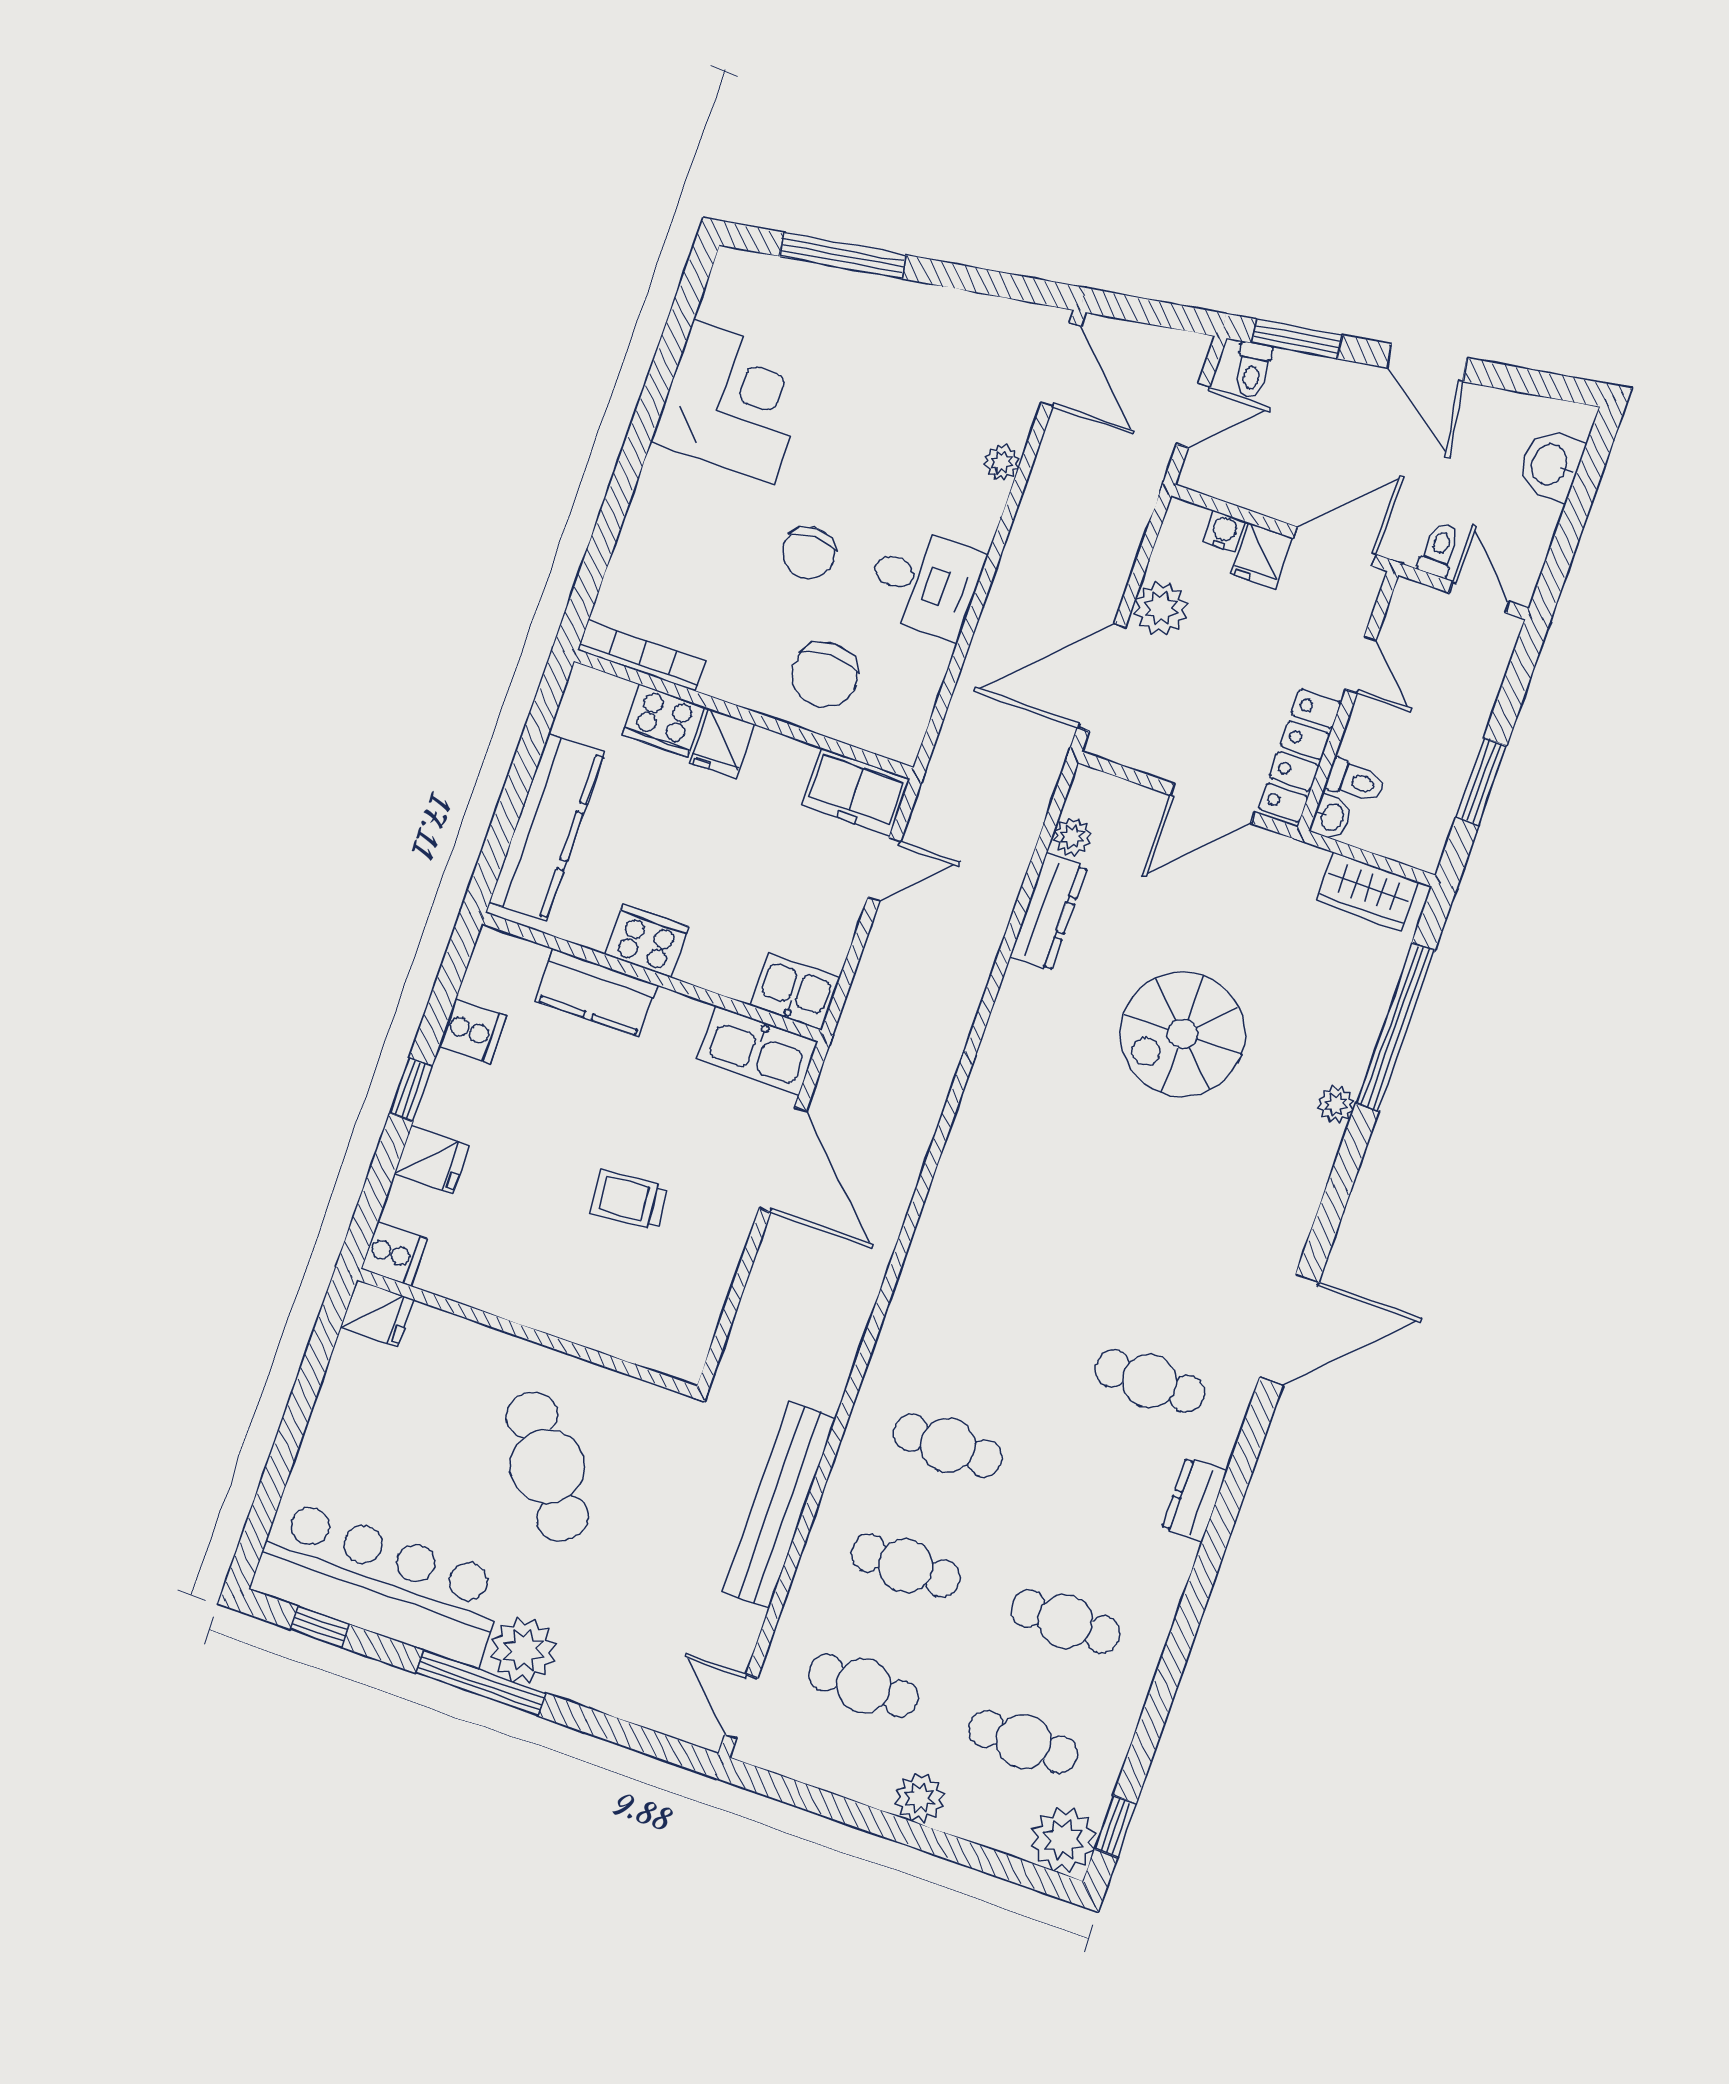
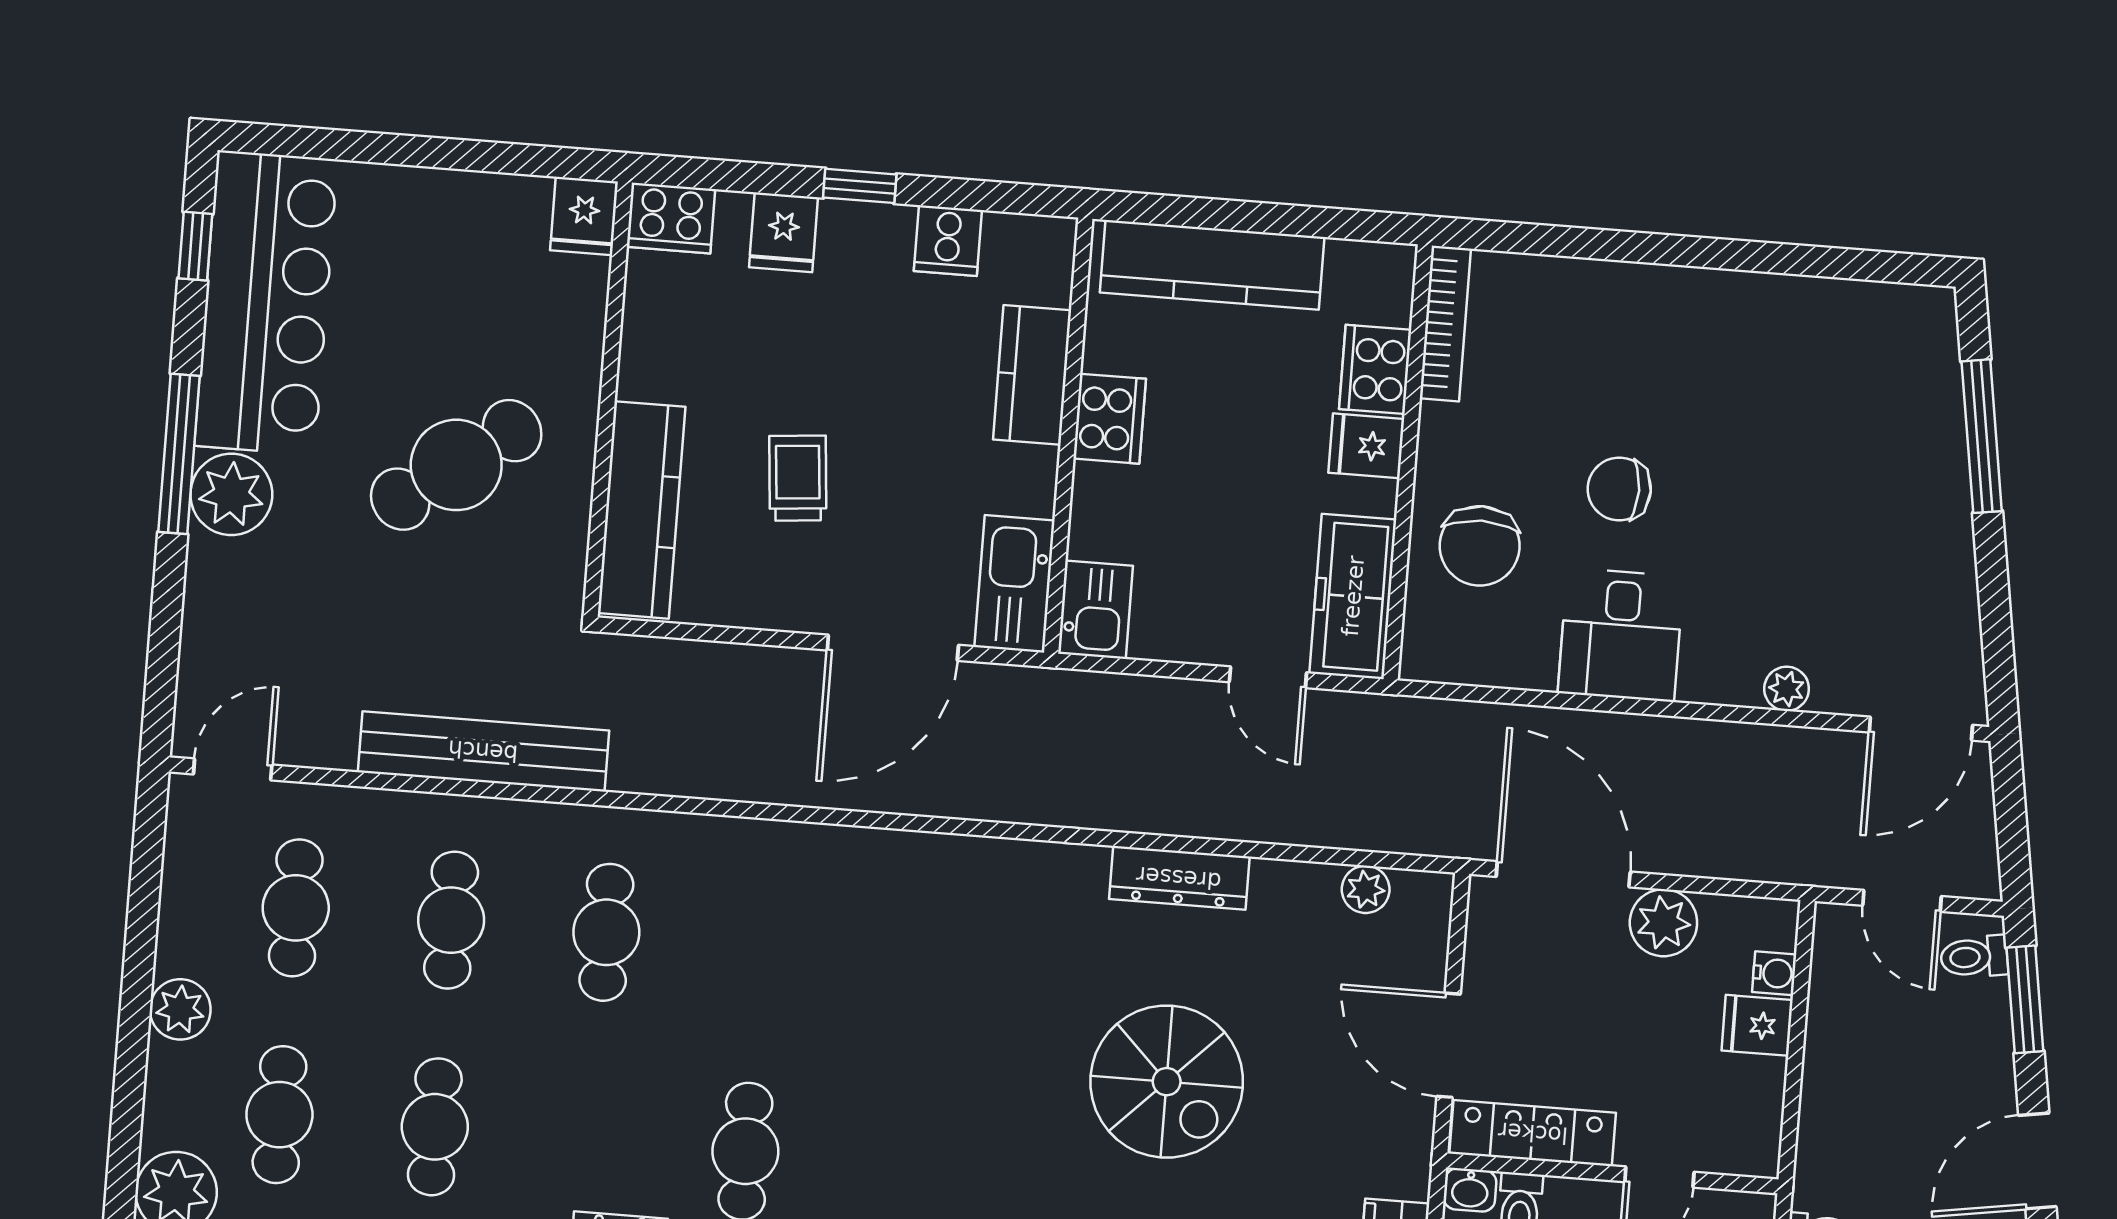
corner desk: (733, 402) -> (1774, 353), removed
door: (1335, 547) -> (1791, 1110), removed
chair: (825, 675) -> (1480, 546), turned -90
freezer: (856, 792) -> (1353, 596), width x1.40
dresser: (1048, 912) -> (1179, 878), moved
spiral stairs: (1183, 1034) -> (1167, 1082), turned 180
cooker: (394, 1254) -> (671, 218), width x1.36
kitchen counter: (621, 1329) -> (642, 510), added

